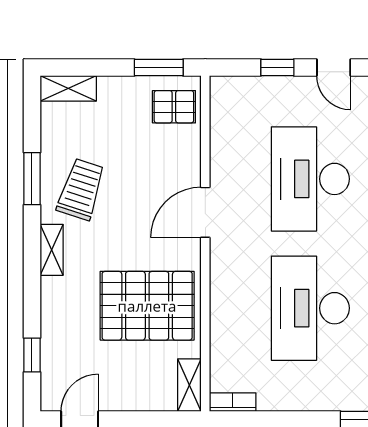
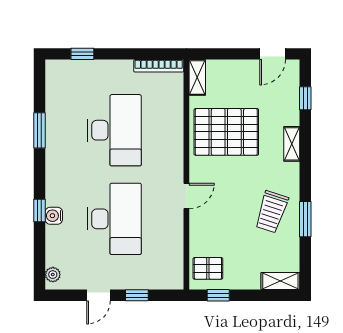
window: (159, 68) -> (218, 295), width x0.67
door: (334, 68) -> (98, 295), swing flipped
door: (205, 212) -> (186, 196), width x0.73
shelving: (52, 250) -> (292, 144), moved
bookcase: (233, 402) -> (159, 66), width x1.56

